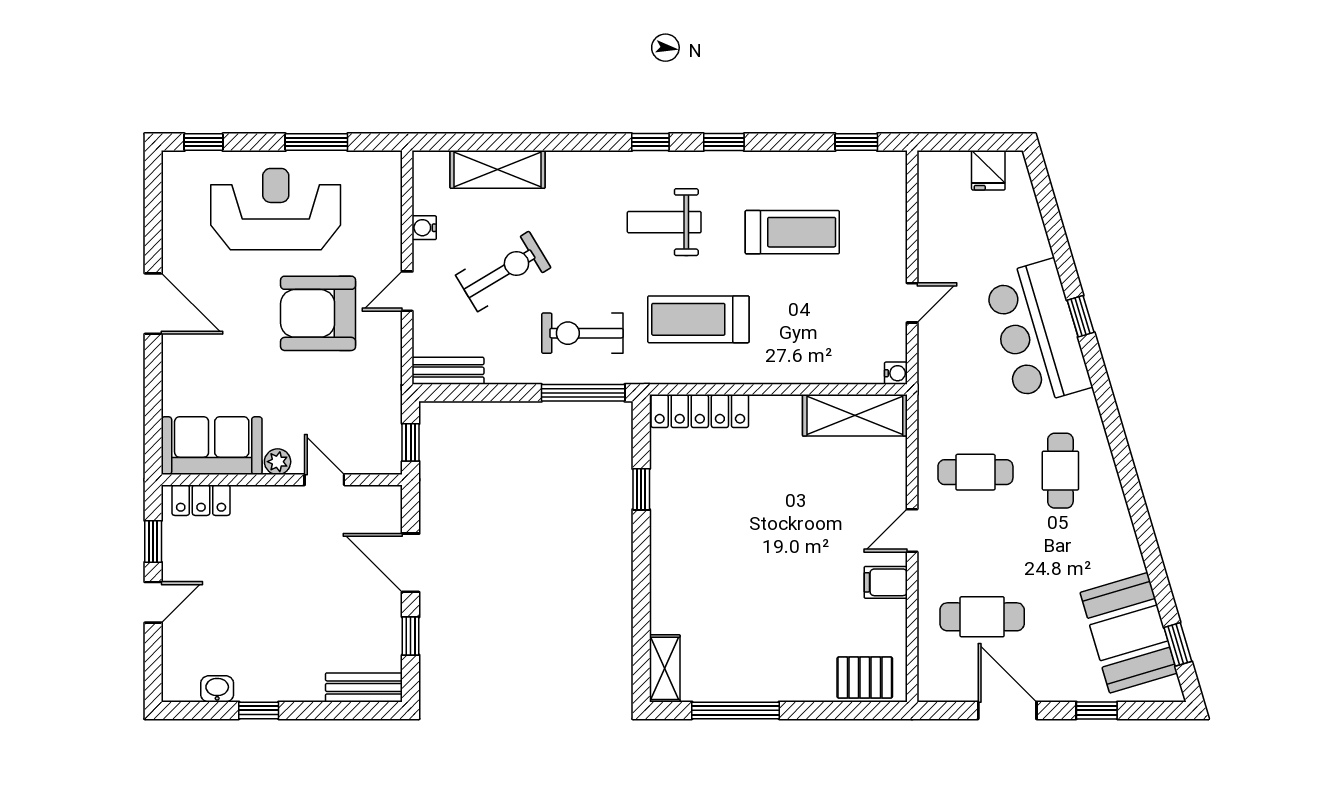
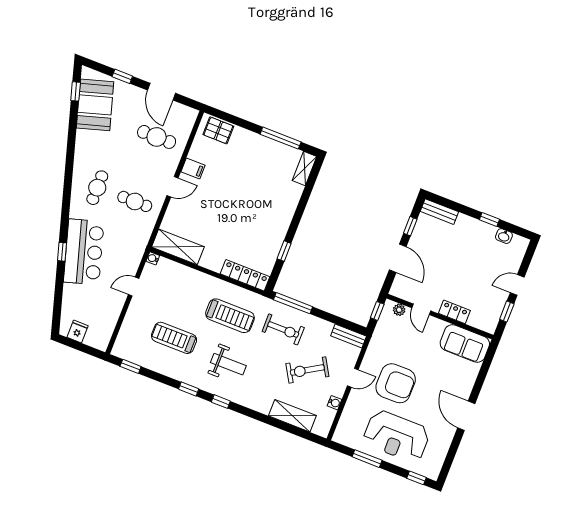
plant: (278, 462) -> (399, 310), moved
locker: (201, 500) -> (454, 312), moved

